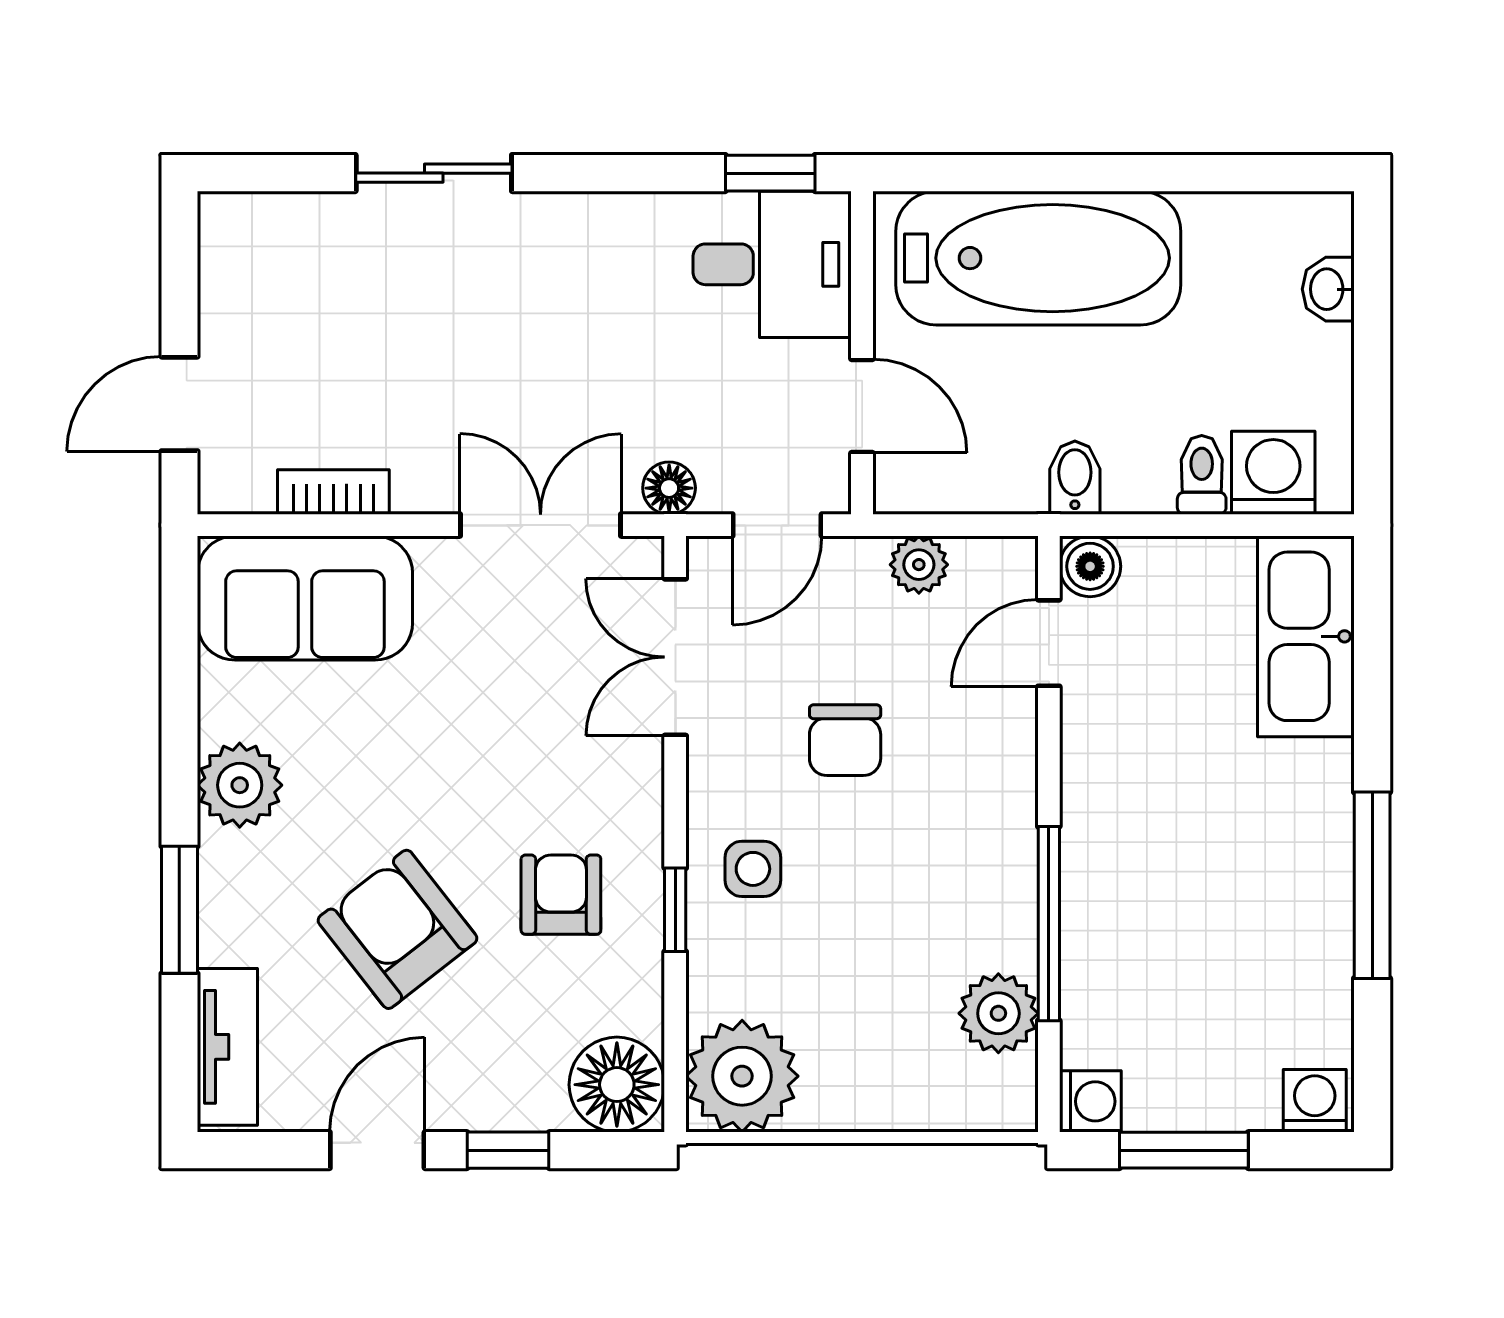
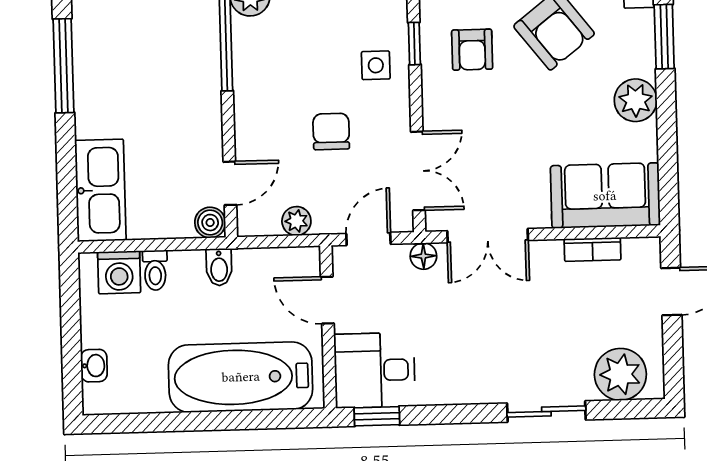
plant: (285, 243) -> (620, 374), added

